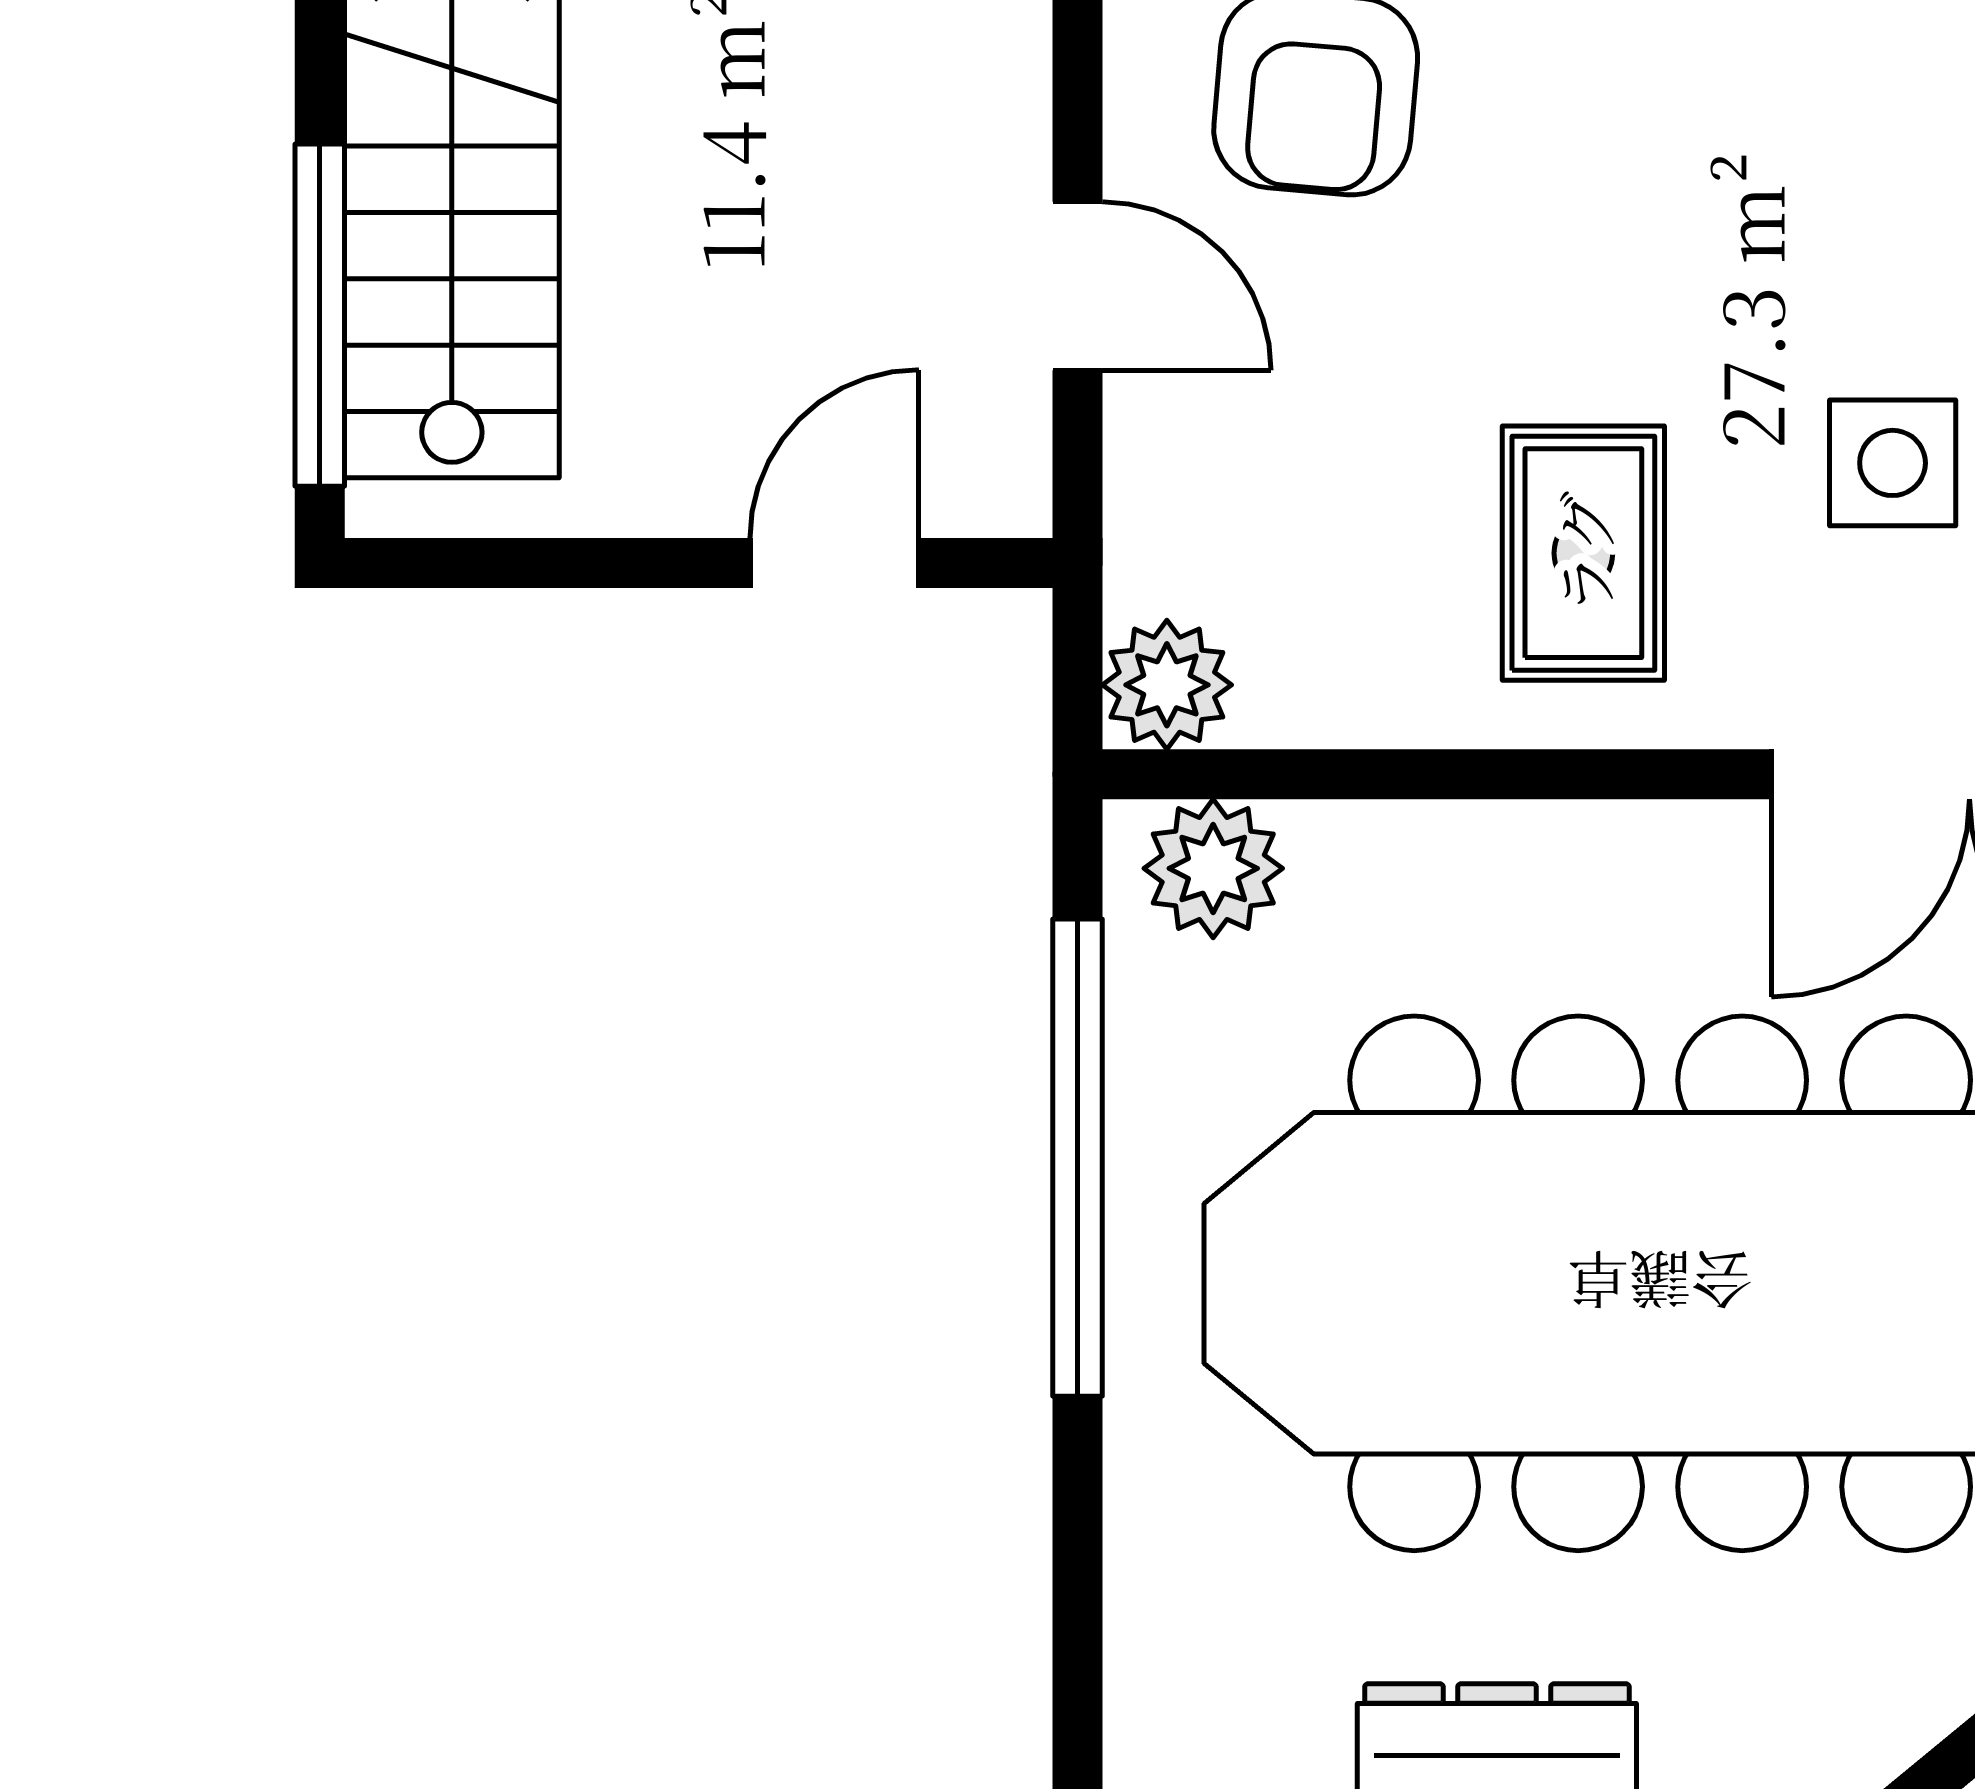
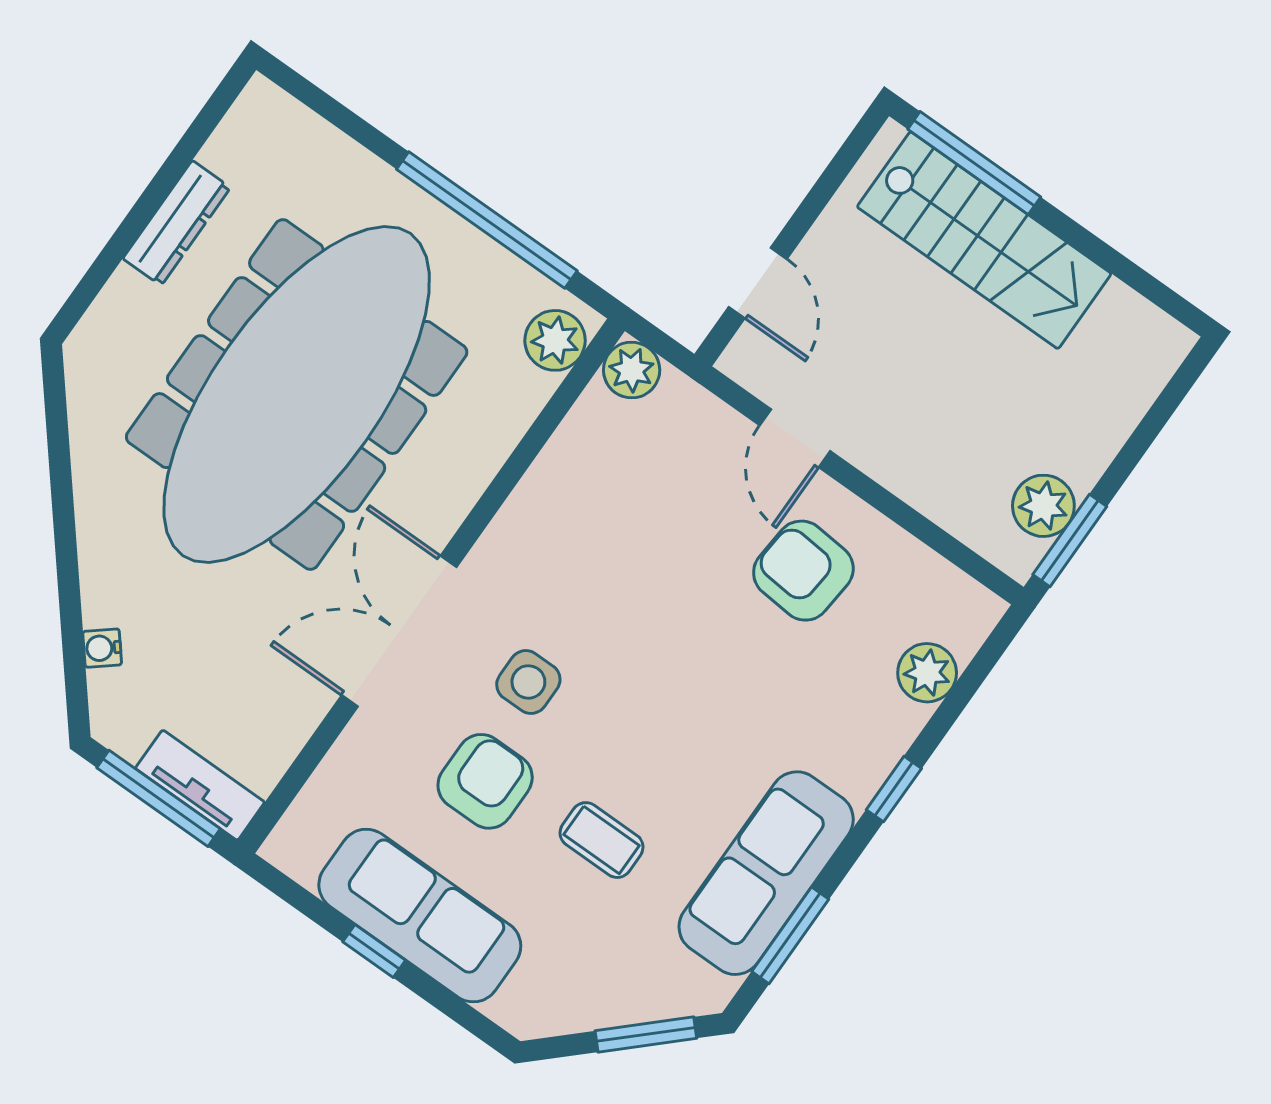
door: (1077, 286) -> (795, 438), hinge flipped
rug: (1583, 553) -> (574, 550), removed

